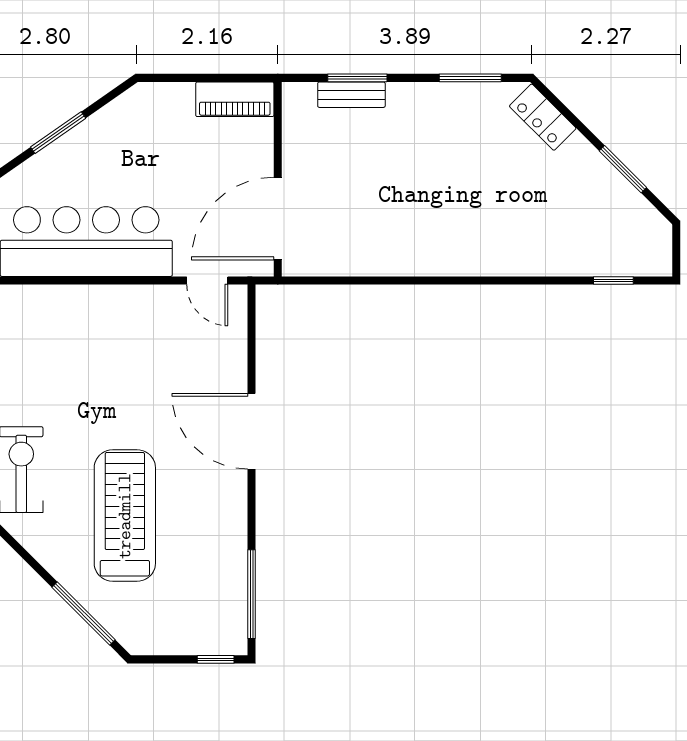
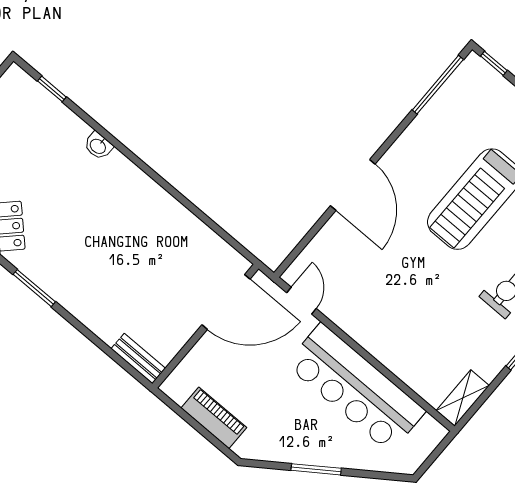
window: (357, 78) -> (104, 347), removed
bench: (351, 95) -> (138, 359), moved
piano: (235, 99) -> (214, 418), moved
washbasin: (524, 264) -> (98, 146), added

